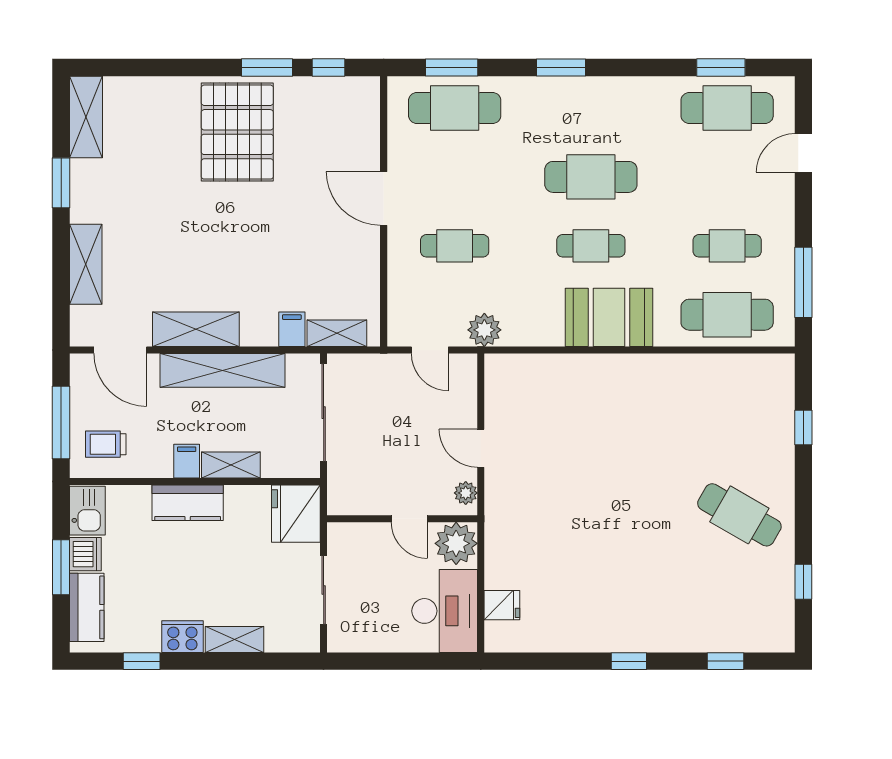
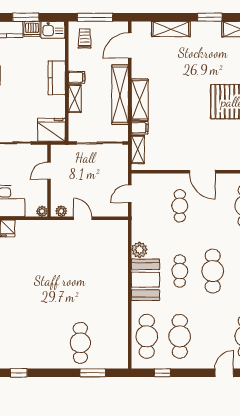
door: (803, 153) -> (224, 373), hinge flipped
door: (384, 198) -> (202, 172), swing flipped
cafe table: (727, 246) -> (180, 336), width x1.37, depth x1.35
window: (803, 282) -> (162, 373), width x0.46
shelving: (196, 329) -> (140, 100), moved
plant: (484, 330) -> (139, 250), moved
window: (803, 428) -> (93, 373), width x1.50
door: (481, 448) -> (83, 218), hinge flipped
cafe table: (739, 515) -> (80, 343), moved, turned -30
door: (409, 519) -> (49, 171), moved
plant: (456, 543) -> (42, 211), width x0.53, depth x0.53

